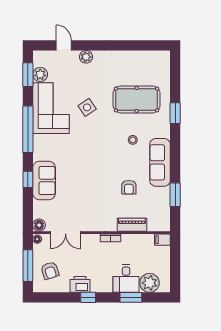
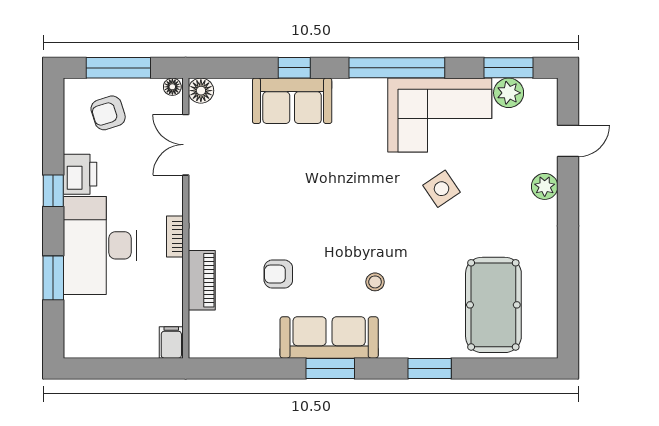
pool table: (137, 99) -> (493, 305), moved
window: (175, 195) -> (330, 368), moved
desk: (126, 279) -> (100, 245), width x1.87, depth x1.30
plant: (150, 283) -> (83, 316), removed

